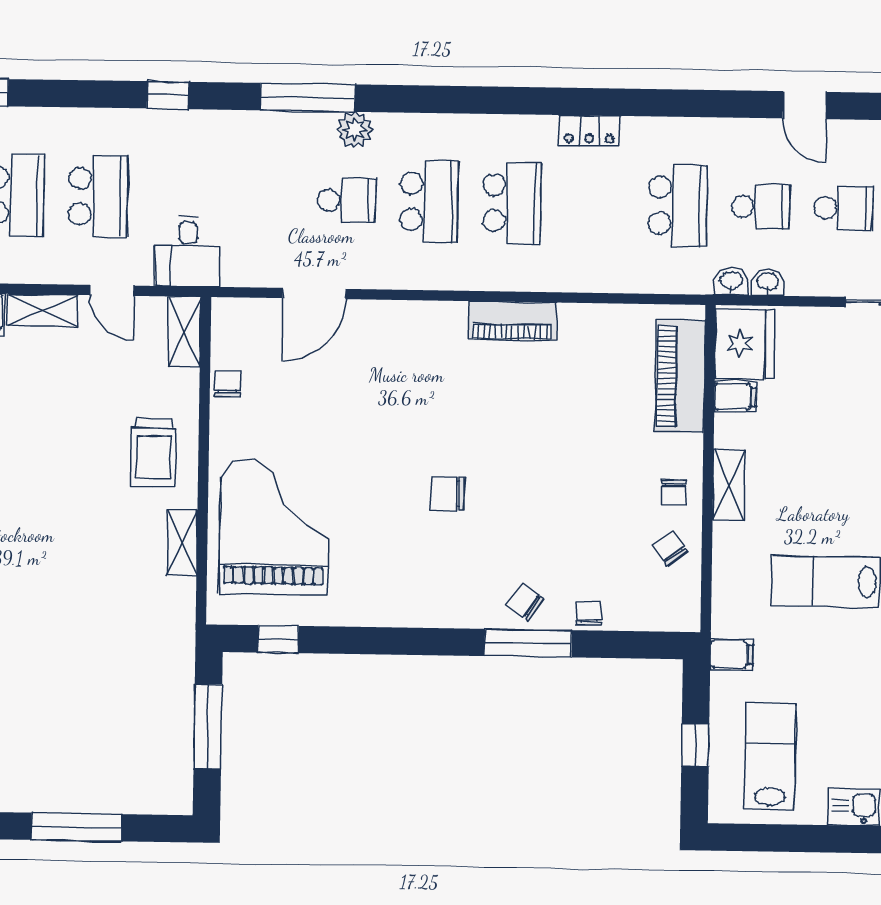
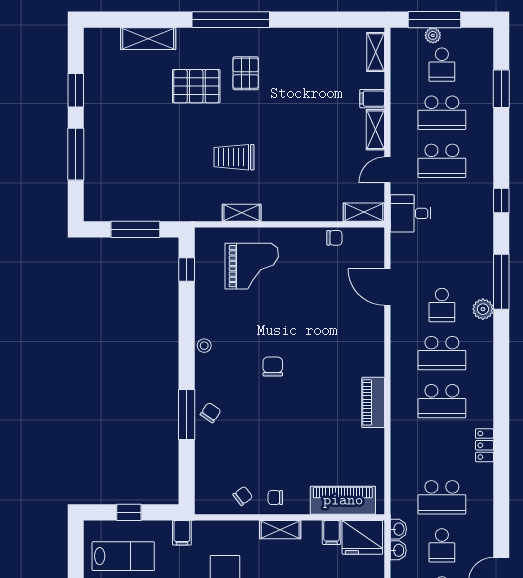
trolley: (153, 453) -> (234, 157), moved
grand piano: (274, 527) -> (252, 266), width x0.73, depth x0.68
stool: (410, 611) -> (204, 346), added
chair: (589, 614) -> (204, 450), removed

